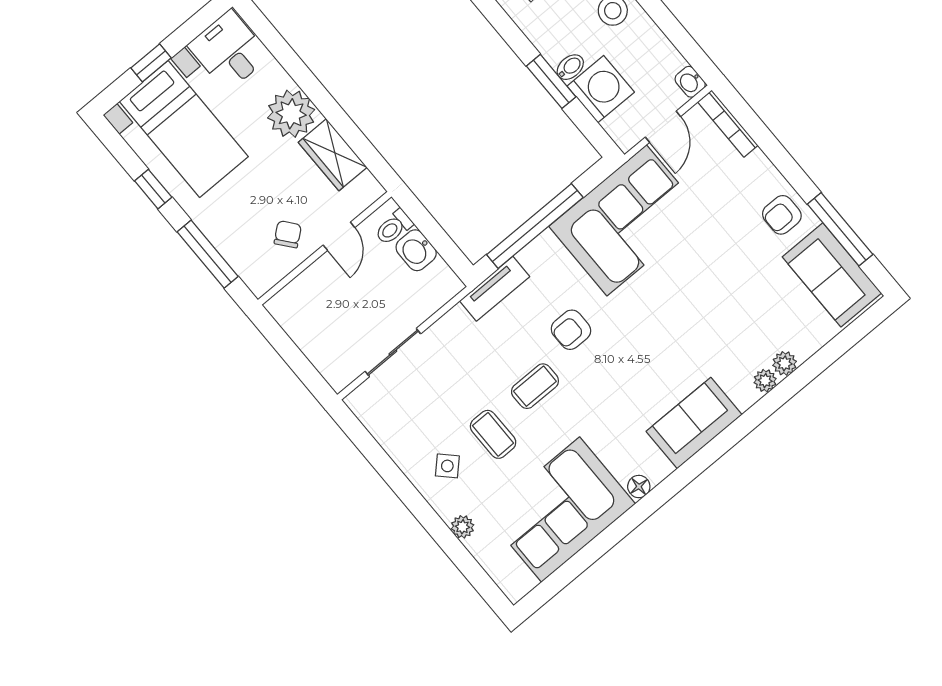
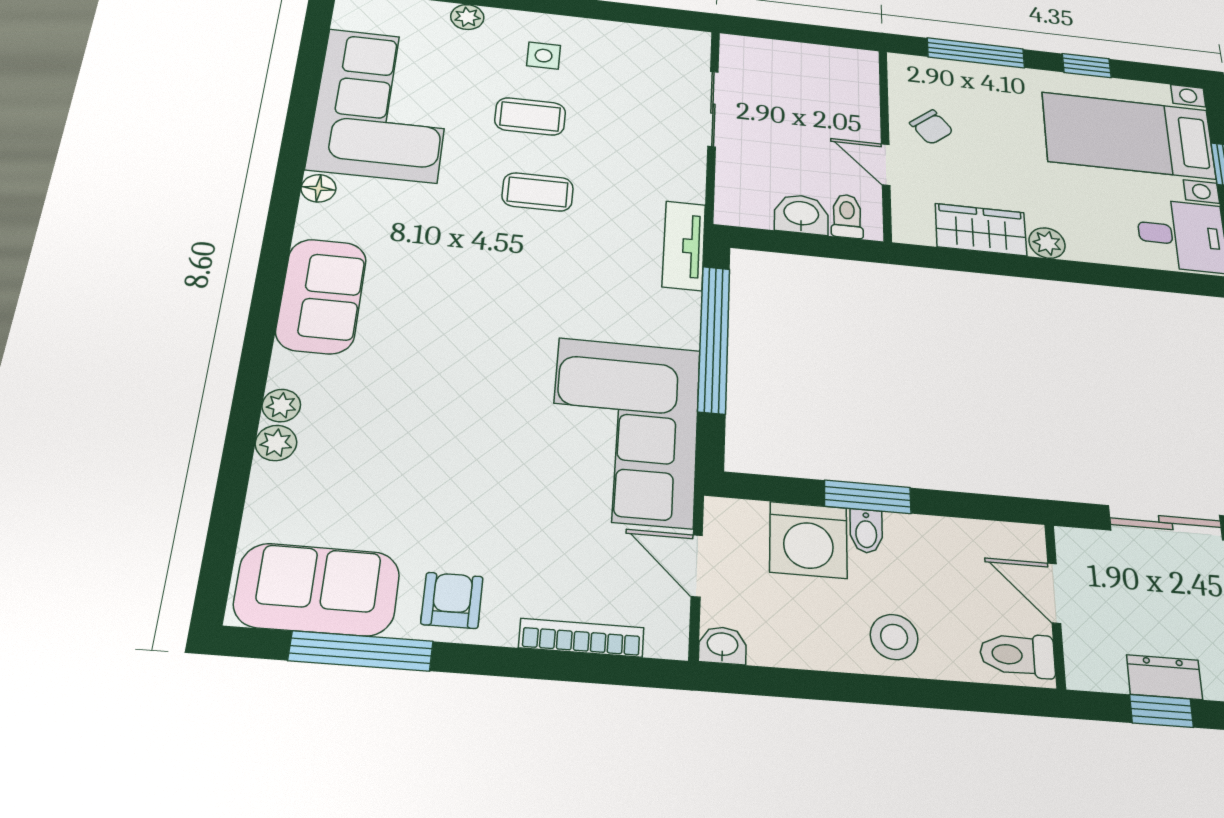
plant: (291, 114) -> (1047, 243), width x0.53, depth x0.53
bookcase: (728, 124) -> (581, 638), moved
armchair: (571, 330) -> (561, 274), removed
coffee table: (535, 386) -> (538, 192), turned 90
side table: (447, 466) -> (544, 56), turned 45

